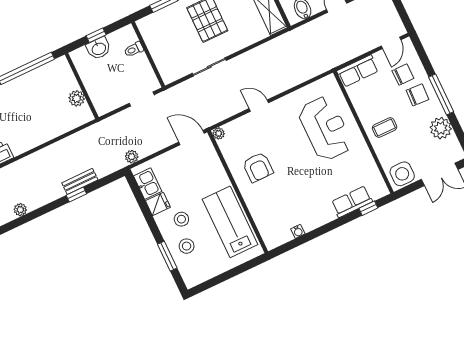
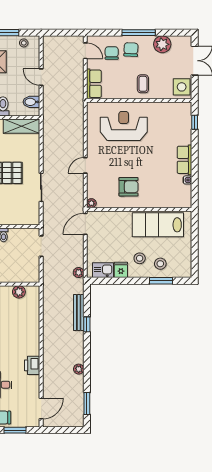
bench: (80, 181) -> (79, 313), width x1.36
row of seats: (352, 202) -> (184, 160), moved

